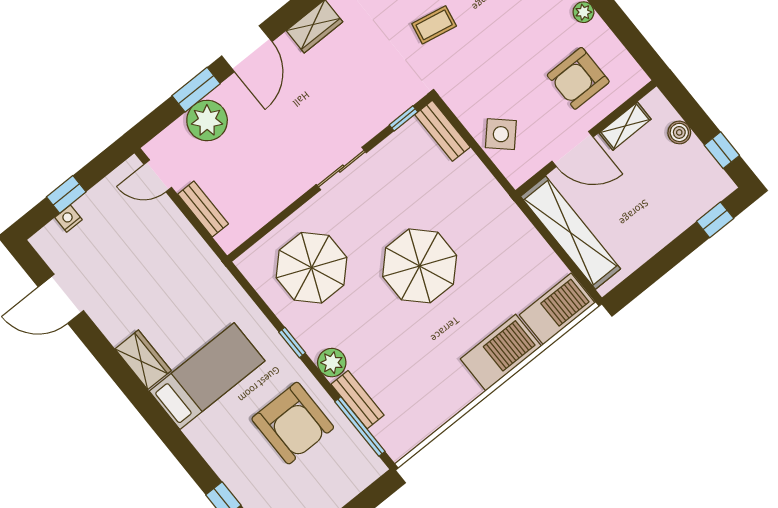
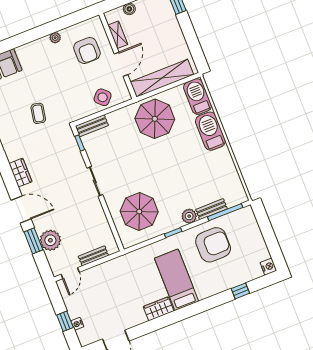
parasol: (420, 266) -> (155, 119), moved

